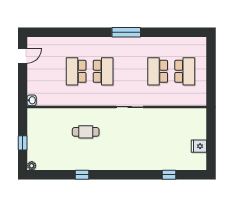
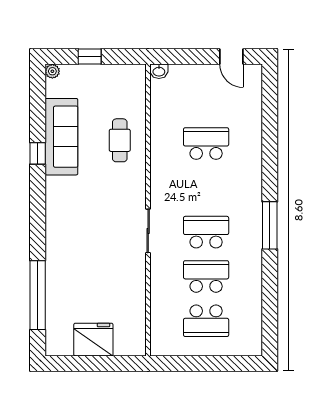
school desk: (103, 71) -> (206, 232), moved, turned 180
cafe table: (86, 132) -> (120, 140), moved
fridge: (199, 146) -> (93, 340), width x1.88, depth x1.34
sofa: (72, 160) -> (61, 137), added
window: (169, 175) -> (38, 295), width x3.17

